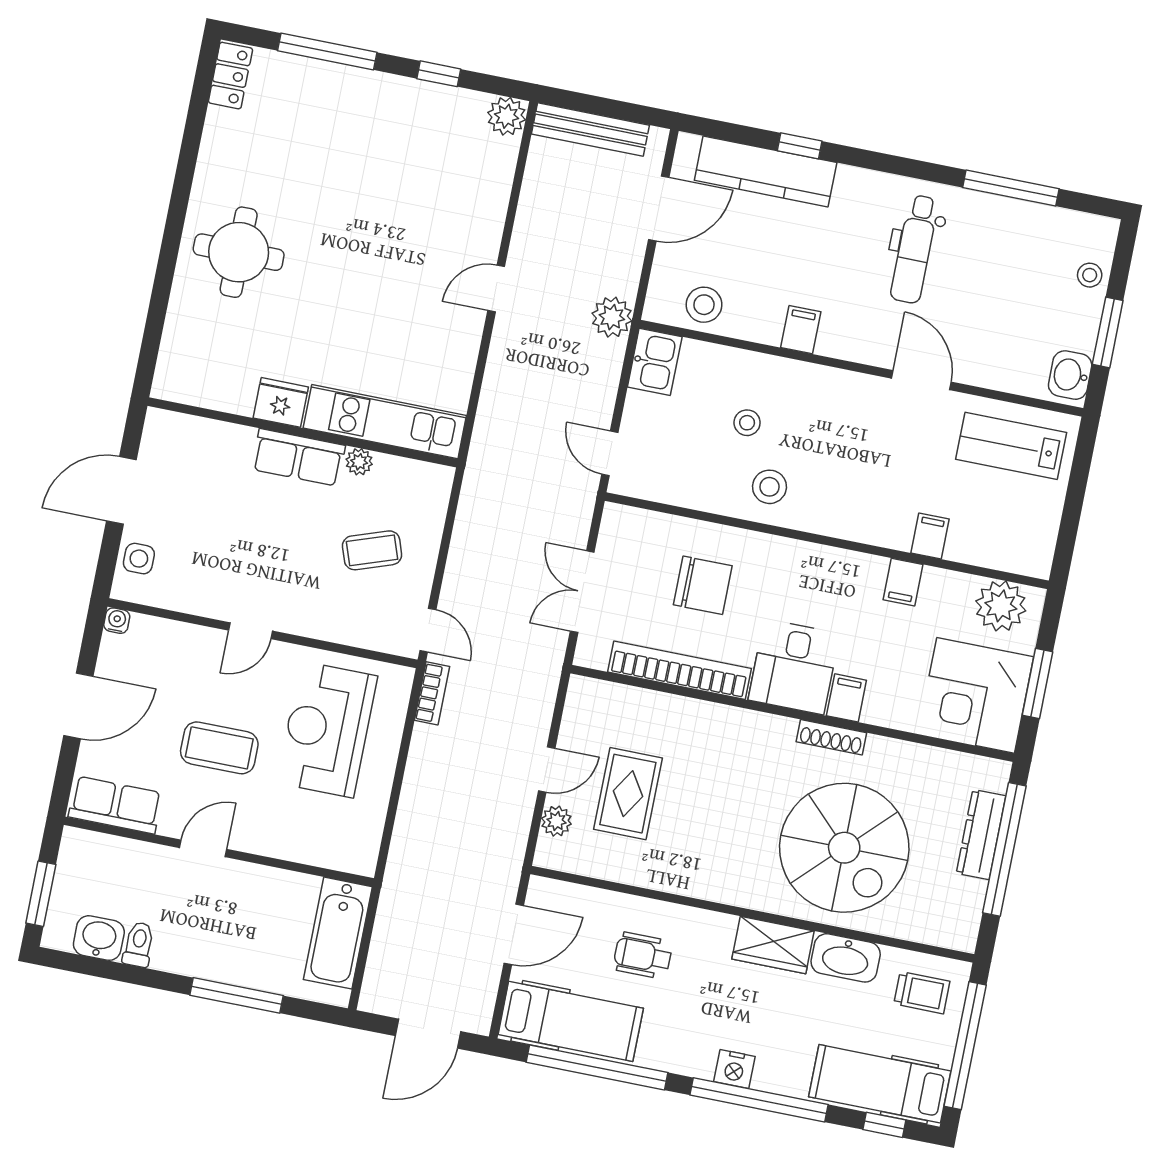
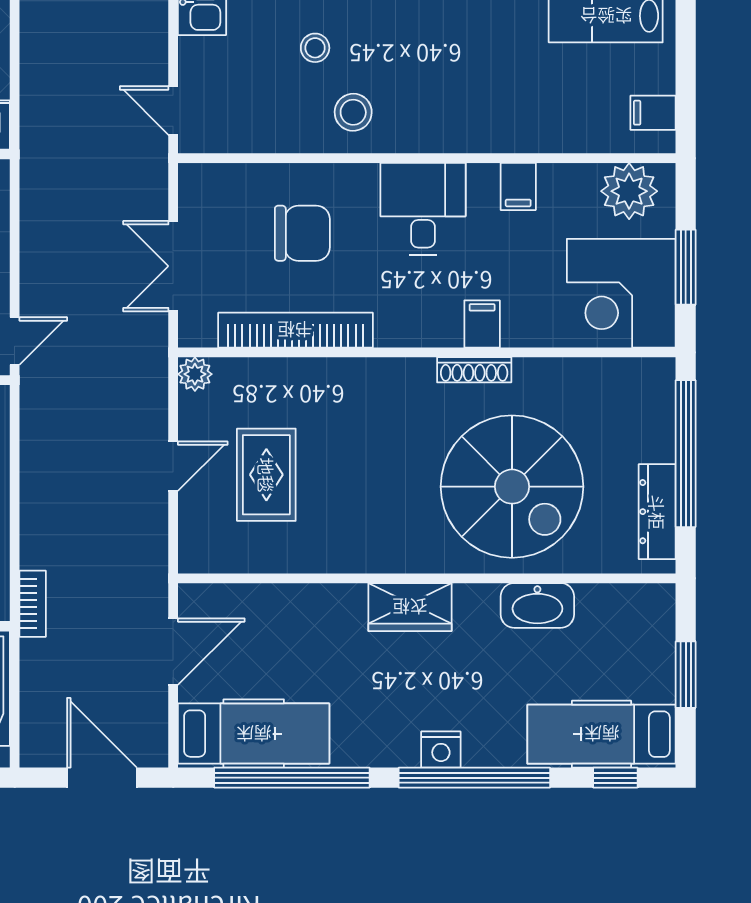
filing cabinet: (930, 536) -> (653, 113), moved, turned -90
door: (428, 630) -> (15, 341), hinge flipped
desk: (794, 667) -> (423, 209), moved, turned 180
bookcase: (432, 693) -> (33, 604), moved
plant: (556, 821) -> (195, 374), moved
dresser: (981, 835) -> (657, 512), moved
wardrobe: (773, 945) -> (410, 607), moved
wheelchair: (643, 955) -> (317, 647), removed
trolley: (922, 993) -> (627, 626), removed
door: (428, 1034) -> (102, 778), swing flipped
window: (965, 1046) -> (686, 675), width x0.47

